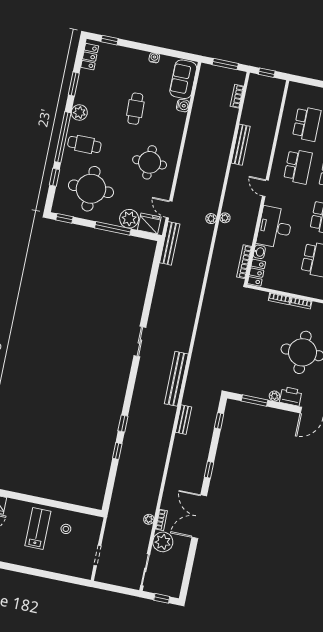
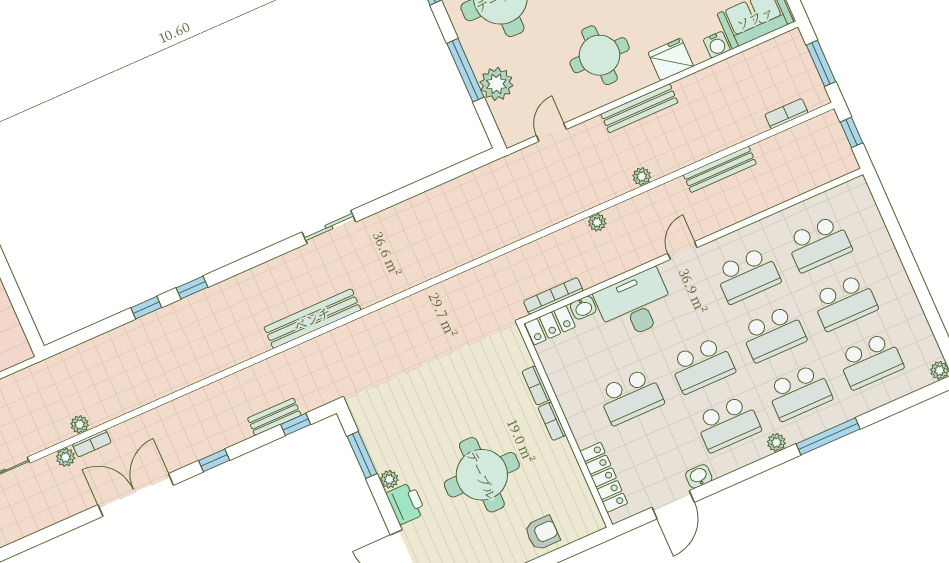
plant: (211, 219) -> (642, 176), moved
fridge: (149, 224) -> (671, 59), moved, turned -90
bench: (170, 243) -> (639, 108), moved
bench: (184, 420) -> (274, 417), moved
plant: (163, 542) -> (65, 457), width x0.53, depth x0.53

